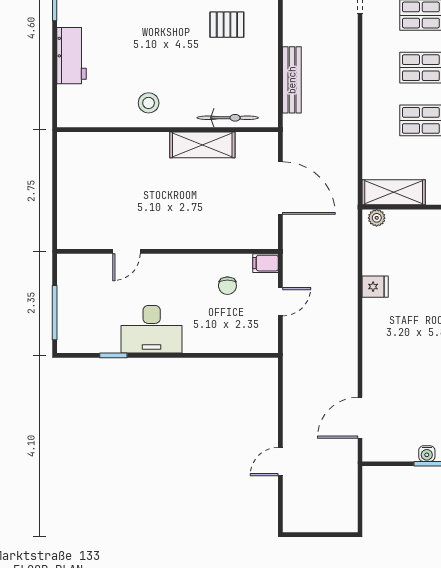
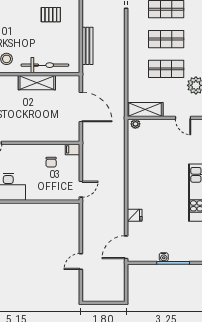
bicycle: (228, 118) -> (45, 65), width x1.37, depth x1.40
fridge: (375, 287) -> (135, 215), moved
door: (280, 302) -> (81, 189), moved
door: (360, 418) -> (126, 247), moved

